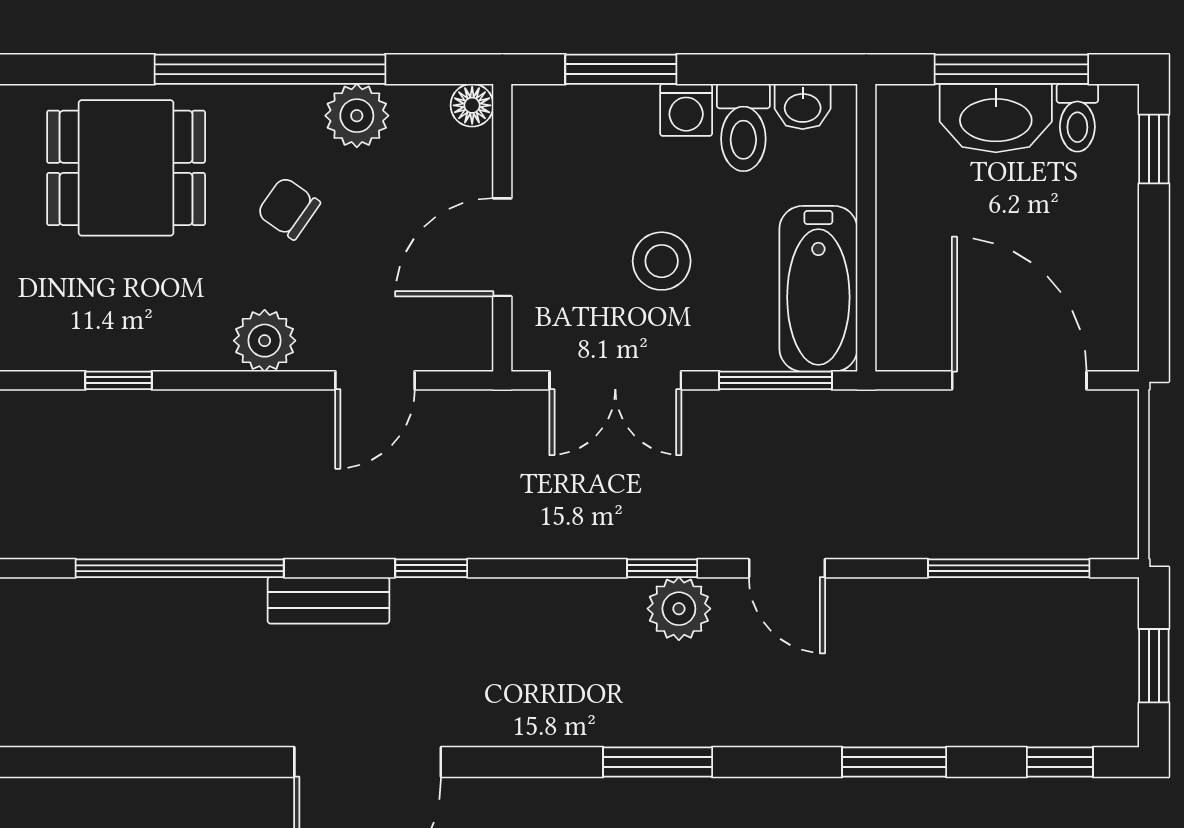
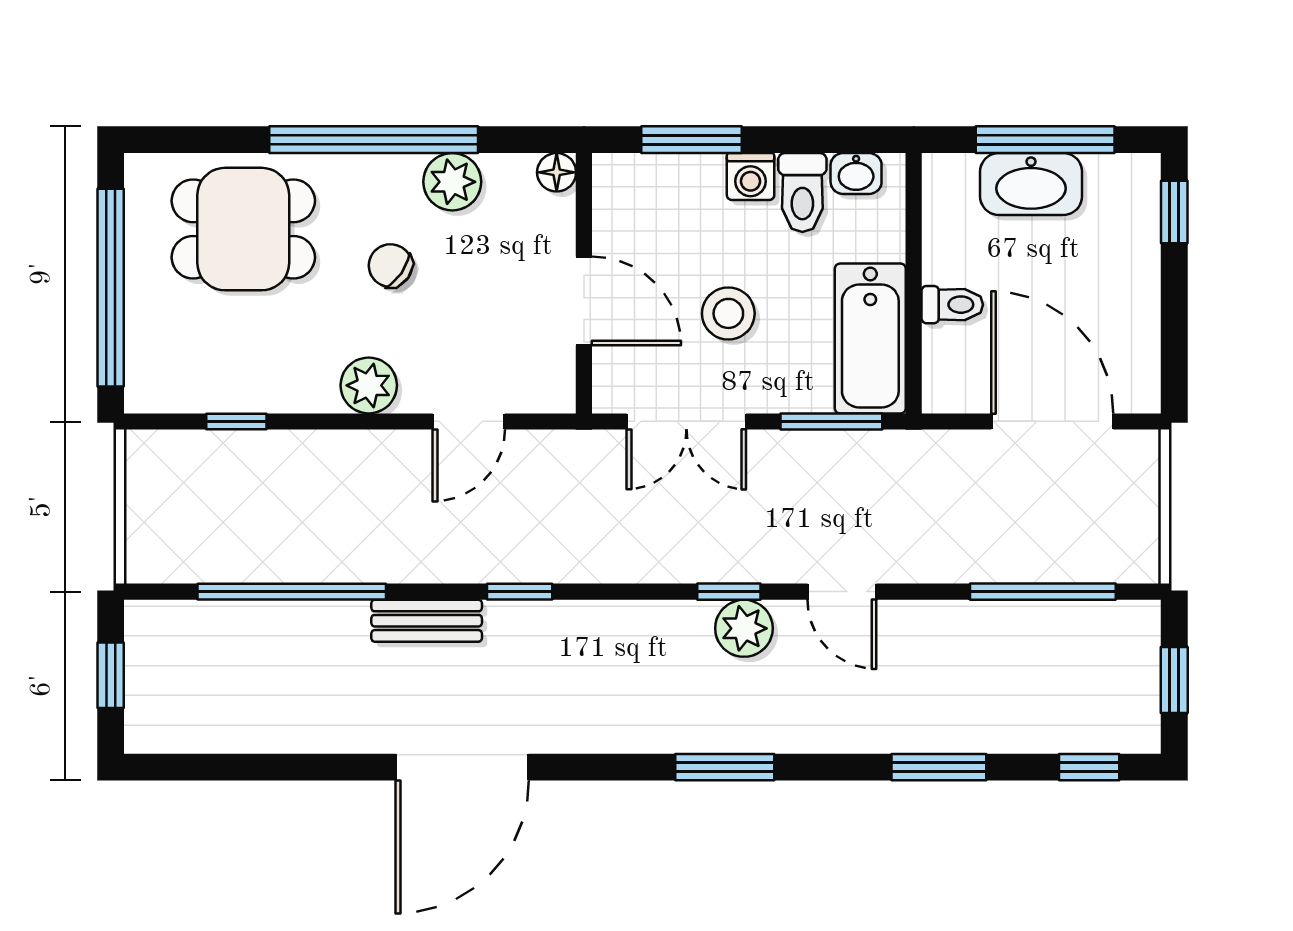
toilet: (1077, 118) -> (952, 305), moved, turned -90
door: (502, 247) -> (584, 301), swing flipped

